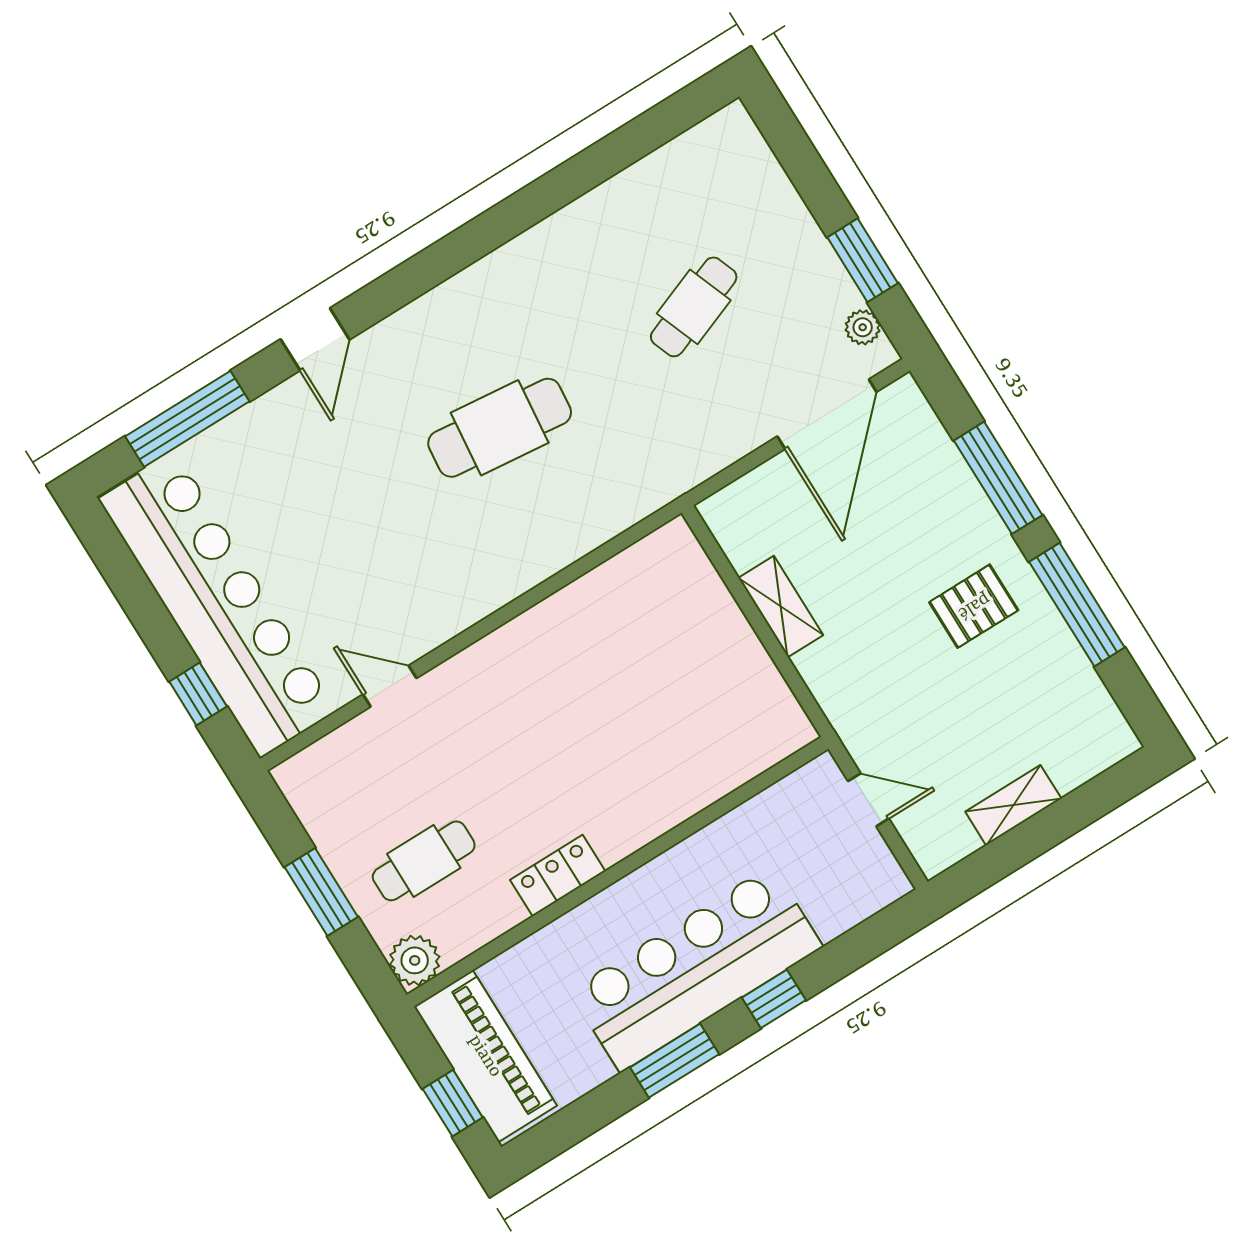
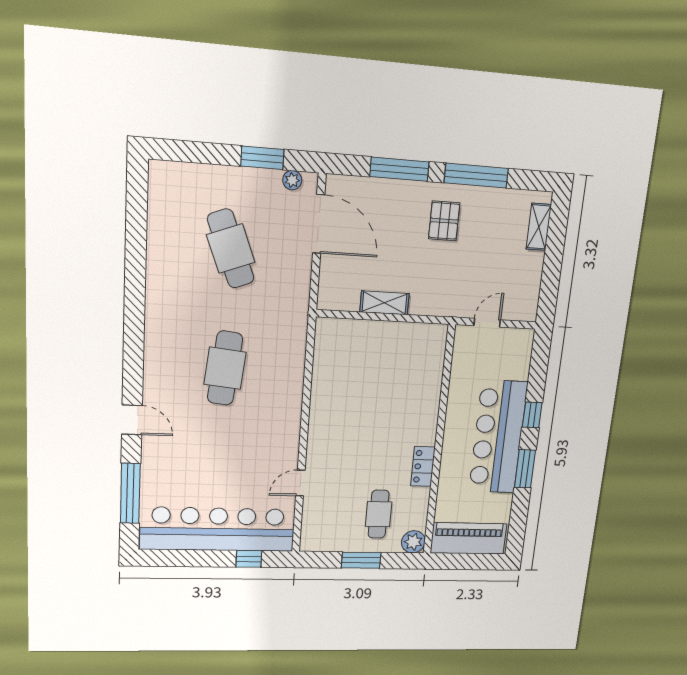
cafe table: (694, 307) -> (231, 249), width x1.37, depth x1.35
shelving: (1013, 805) -> (539, 227), moved
window: (453, 1103) -> (476, 562), removed

